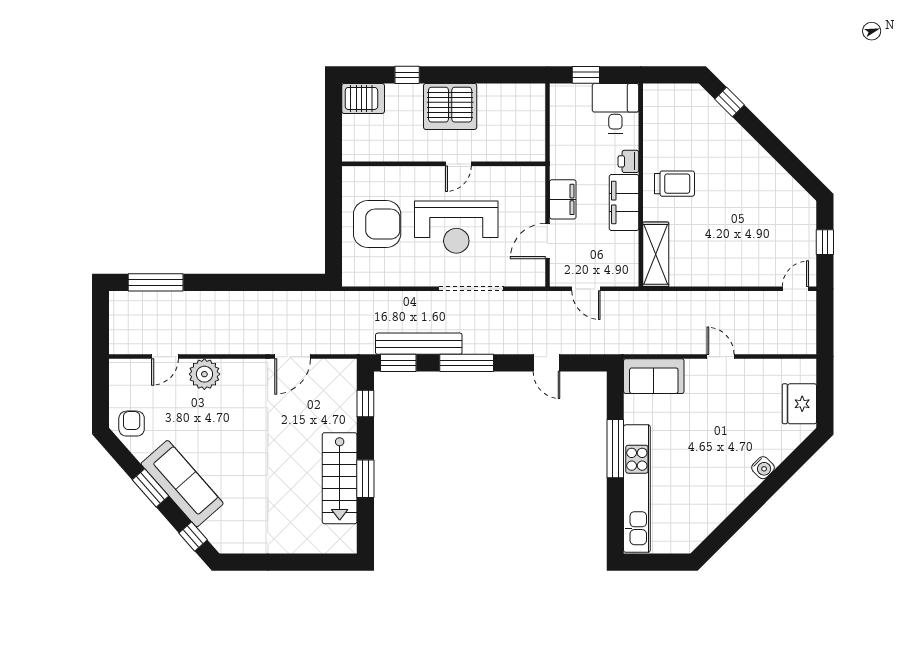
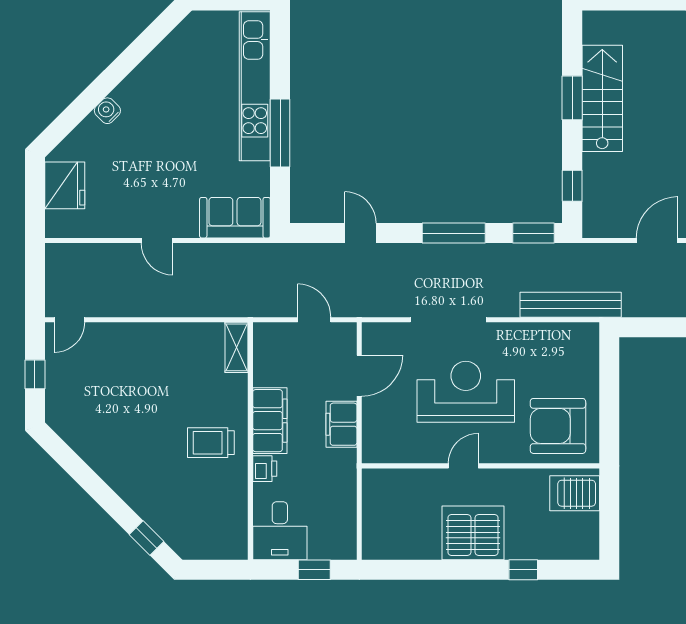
server rack: (363, 98) -> (575, 493), moved
armchair: (377, 224) -> (558, 426), moved
shelving: (656, 254) -> (237, 347), width x0.67, depth x0.75
bench: (419, 344) -> (571, 305), moved

